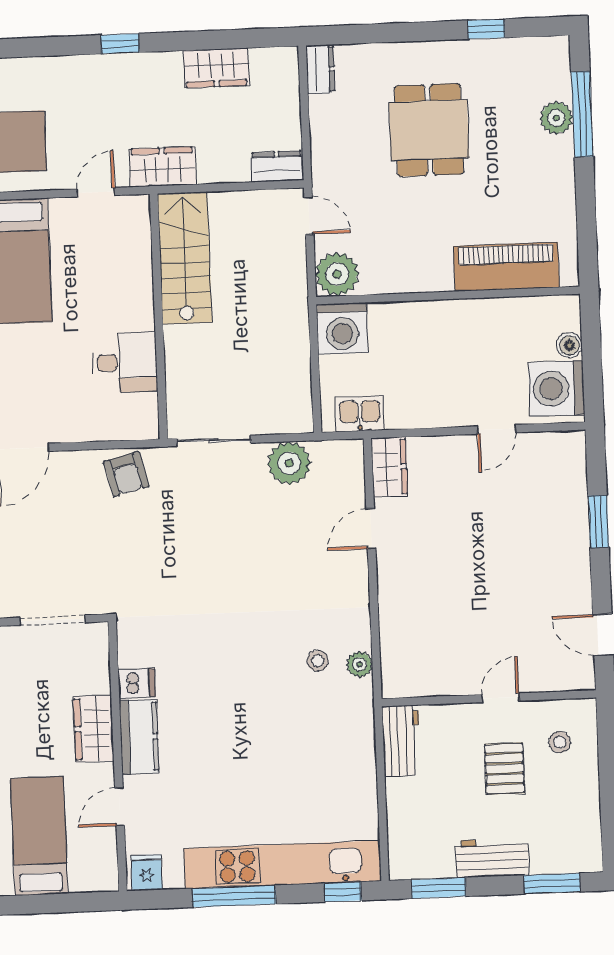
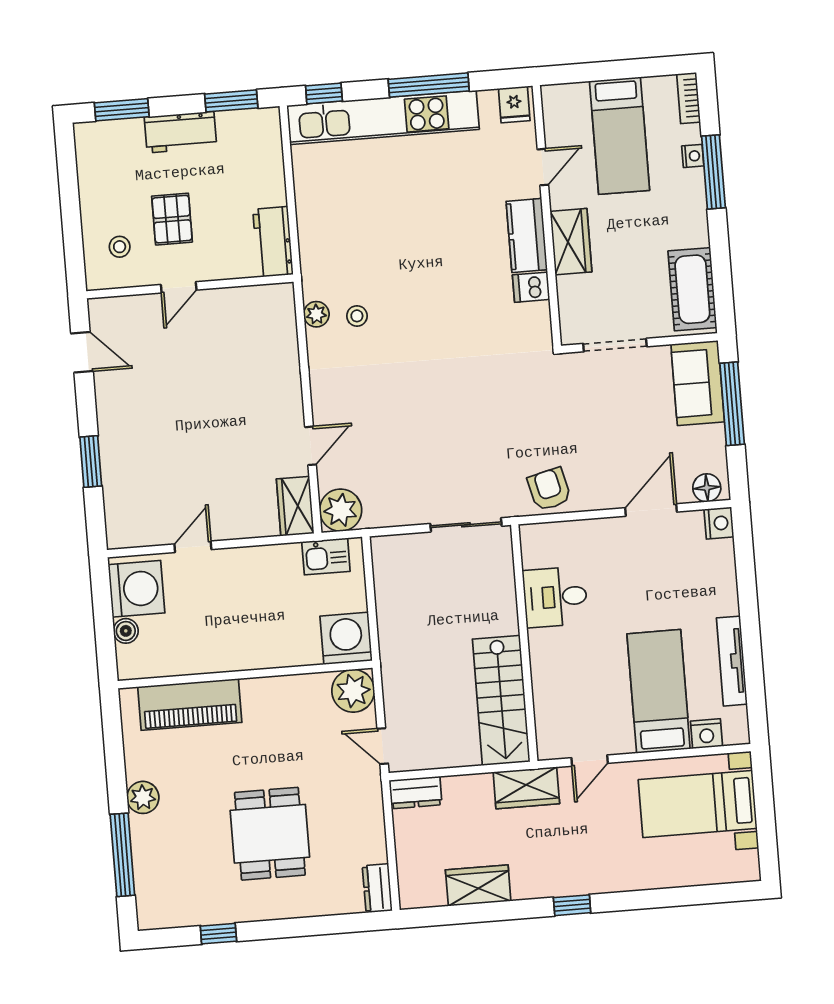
plant: (556, 118) -> (143, 797), moved
plant: (289, 463) -> (341, 510), moved

